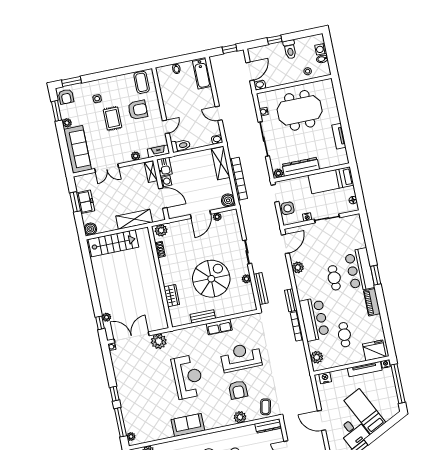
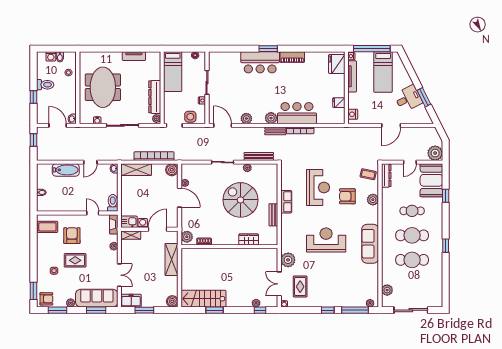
bathtub: (202, 74) -> (66, 170), moved
window: (65, 151) -> (96, 310), added
freezer: (86, 202) -> (131, 301), moved
stairs: (113, 243) -> (203, 299), moved, turned -90
window: (90, 275) -> (214, 310), added
cafe table: (334, 278) -> (263, 87), removed
cafe table: (344, 335) -> (317, 88), removed
double door: (132, 337) -> (279, 284), width x0.73
reception desk: (241, 357) -> (318, 188), turned 180
plant: (317, 357) -> (271, 118), moved
rug: (133, 360) -> (300, 287), added
fridge: (334, 361) -> (339, 103), added
armchair: (238, 390) -> (347, 196), turned 180
bed: (365, 411) -> (383, 72), moved, turned -63
sofa: (188, 425) -> (370, 244), width x1.36

